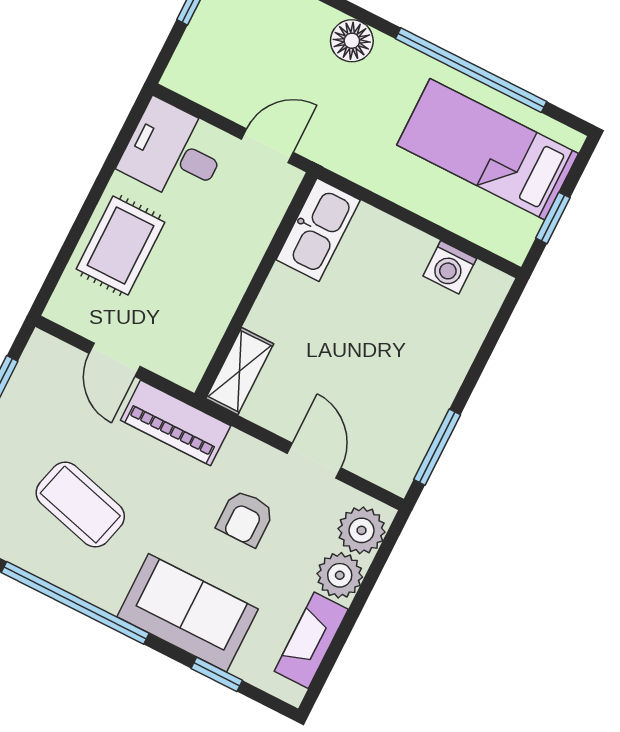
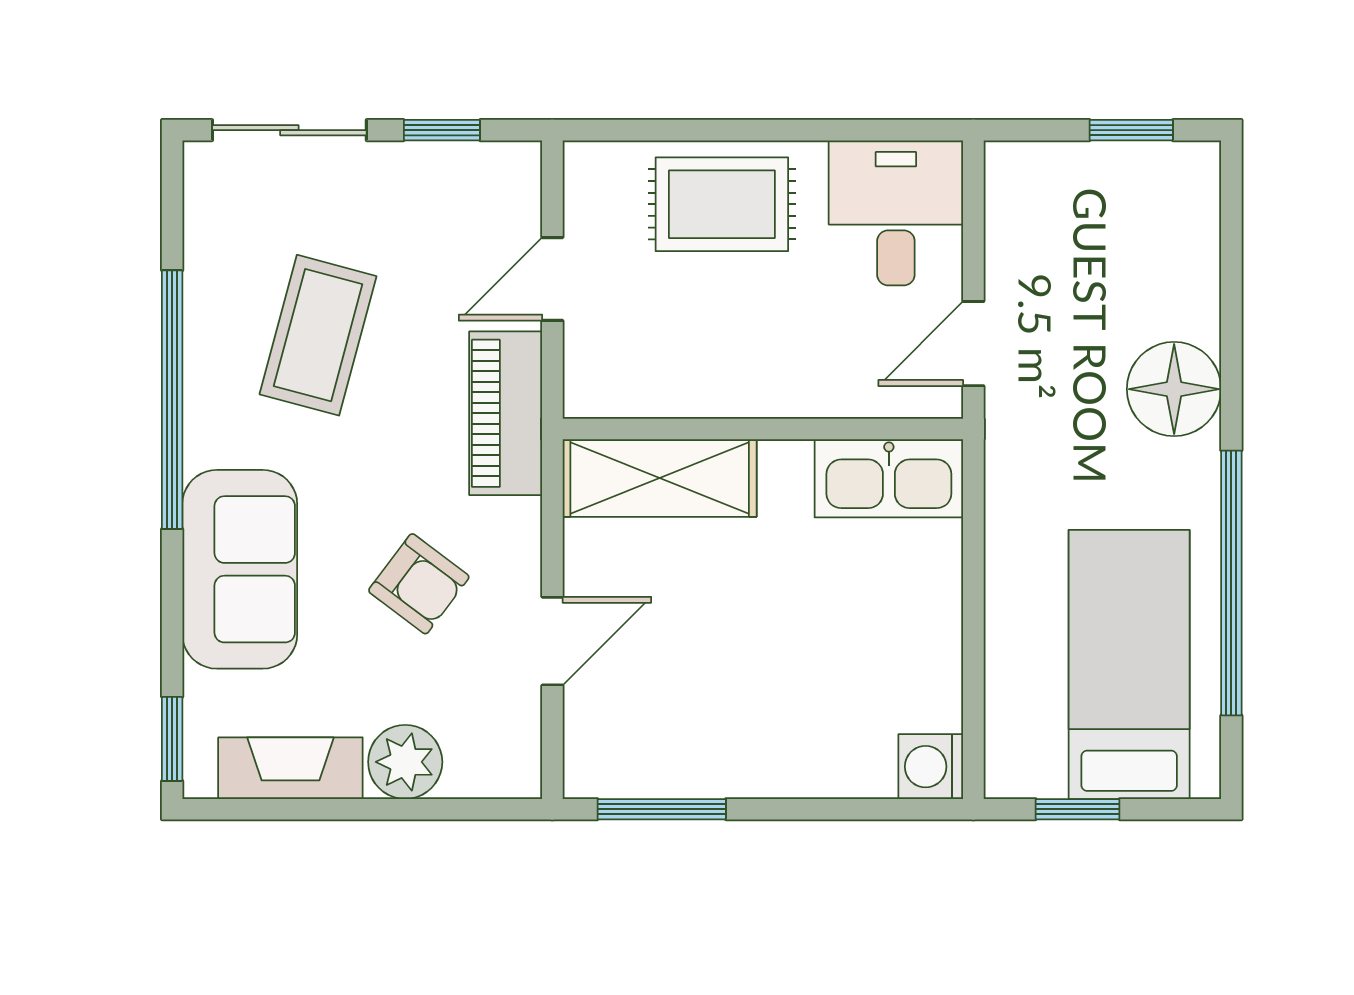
floor lamp: (352, 41) -> (1174, 389), width x1.38, depth x1.38
door: (267, 146) -> (973, 344), swing flipped
washing machine: (450, 267) -> (931, 767), moved
shelving: (240, 371) -> (660, 478), width x1.50, depth x1.33
armchair: (245, 518) -> (419, 584), turned -143
plant: (362, 530) -> (486, 761), removed
window: (217, 674) -> (172, 739), moved

